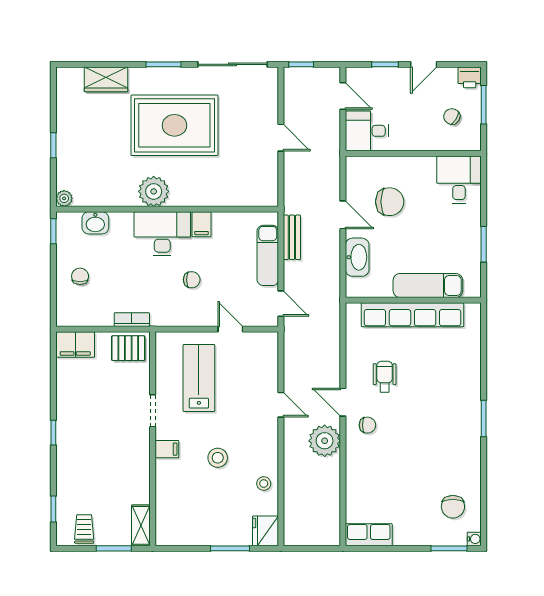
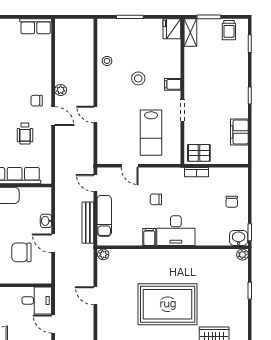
plant: (154, 191) -> (103, 254), moved, width x0.53, depth x0.53
washbasin: (95, 223) -> (239, 238), moved
bench: (292, 237) -> (88, 223), width x1.36
washbasin: (357, 257) -> (46, 221), width x0.52, depth x0.69
filing cabinet: (75, 344) -> (239, 132), moved, turned -90
plant: (325, 441) -> (61, 90), width x0.53, depth x0.53
fridge: (265, 531) -> (172, 29), moved, turned 180

